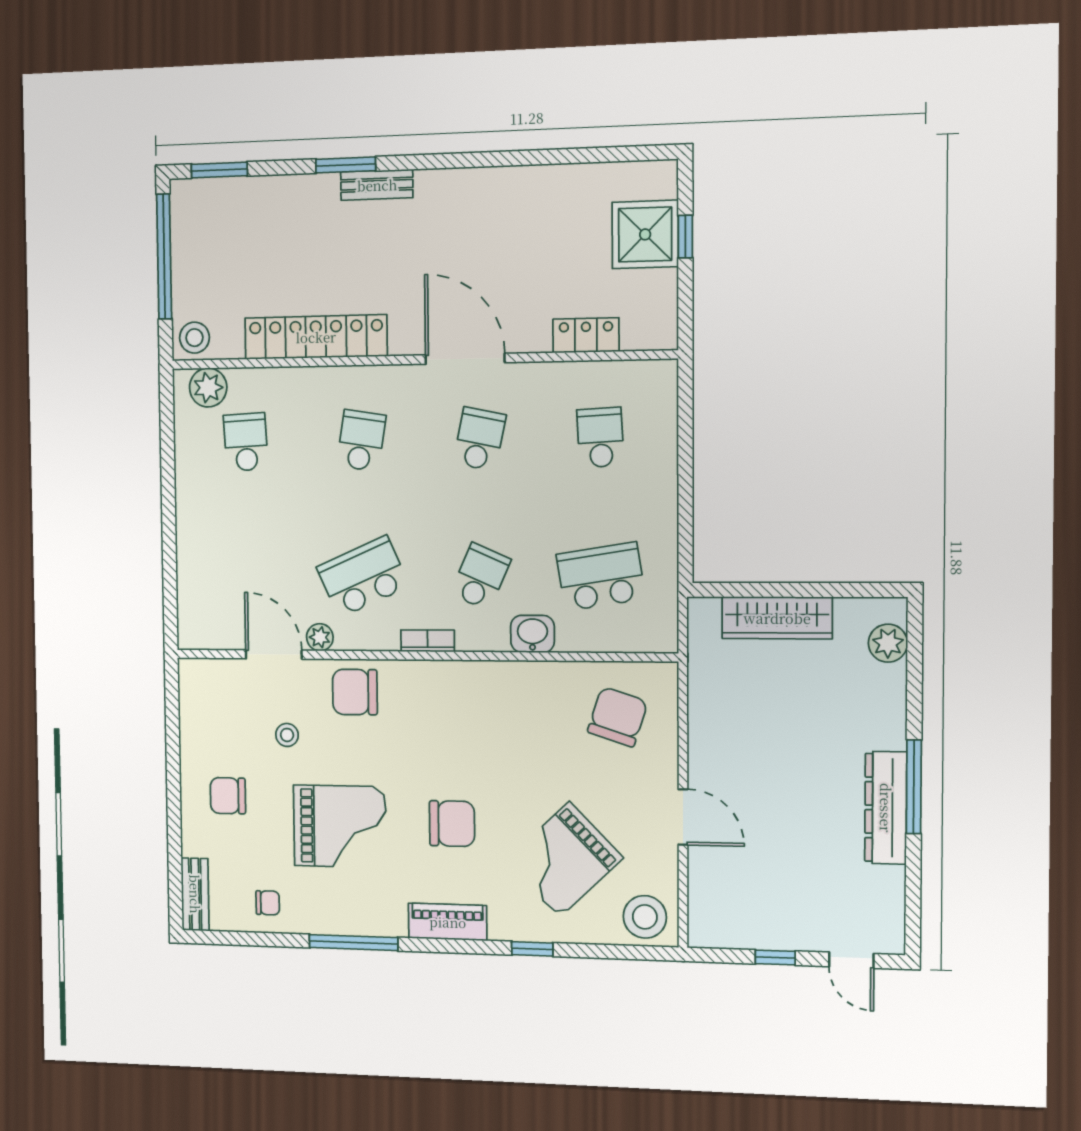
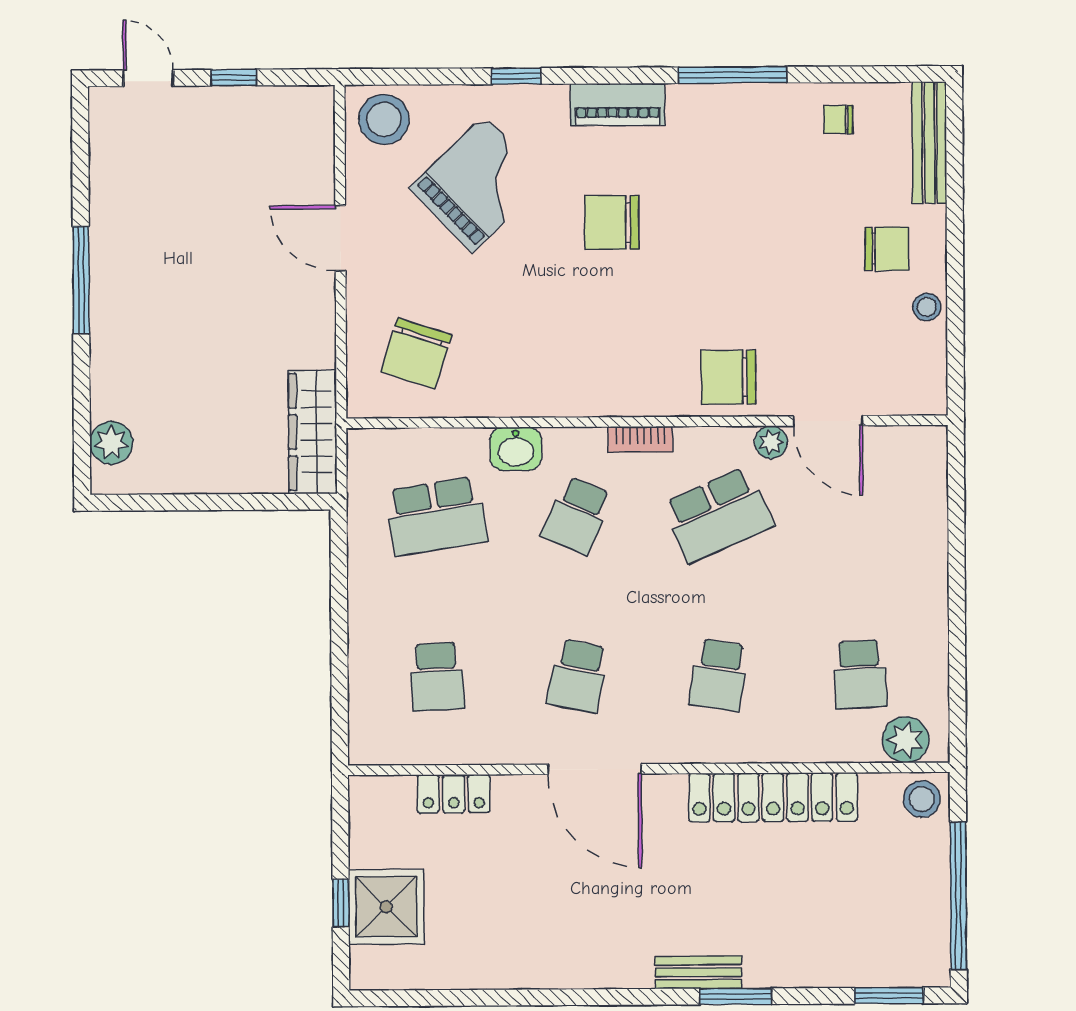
wardrobe: (777, 618) -> (313, 432), moved, turned -90
chair: (355, 692) -> (729, 377), turned 180
stool: (287, 735) -> (927, 307), moved
dresser: (886, 808) -> (112, 255), removed
grand piano: (340, 826) -> (748, 215), removed
bench: (195, 894) -> (930, 143), width x1.36

